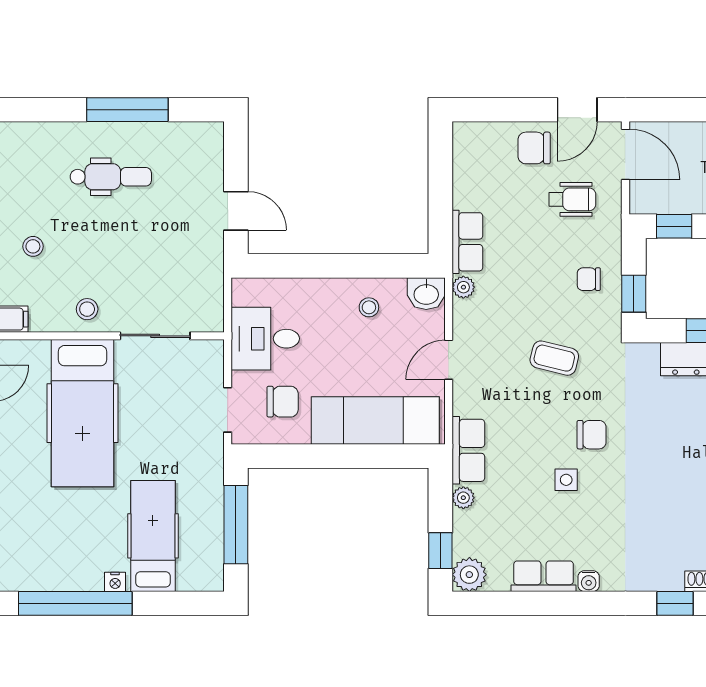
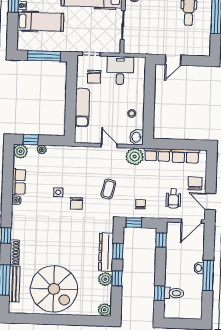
plant: (463, 287) -> (135, 156), width x1.88, depth x1.88
exam couch: (375, 420) -> (82, 107), width x0.73, depth x0.69
row of seats: (468, 450) -> (185, 156), moved
plant: (463, 498) -> (42, 149), moved

